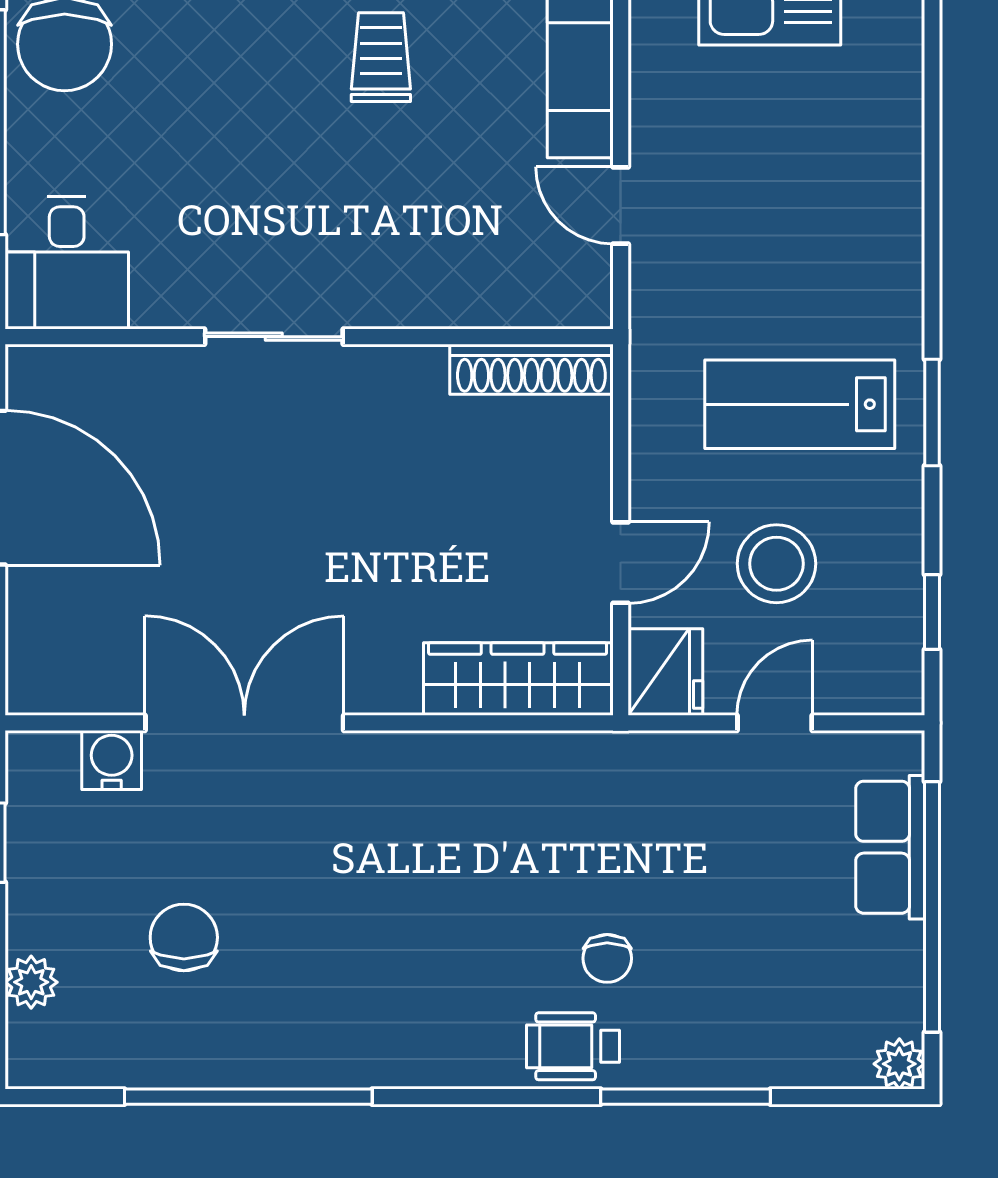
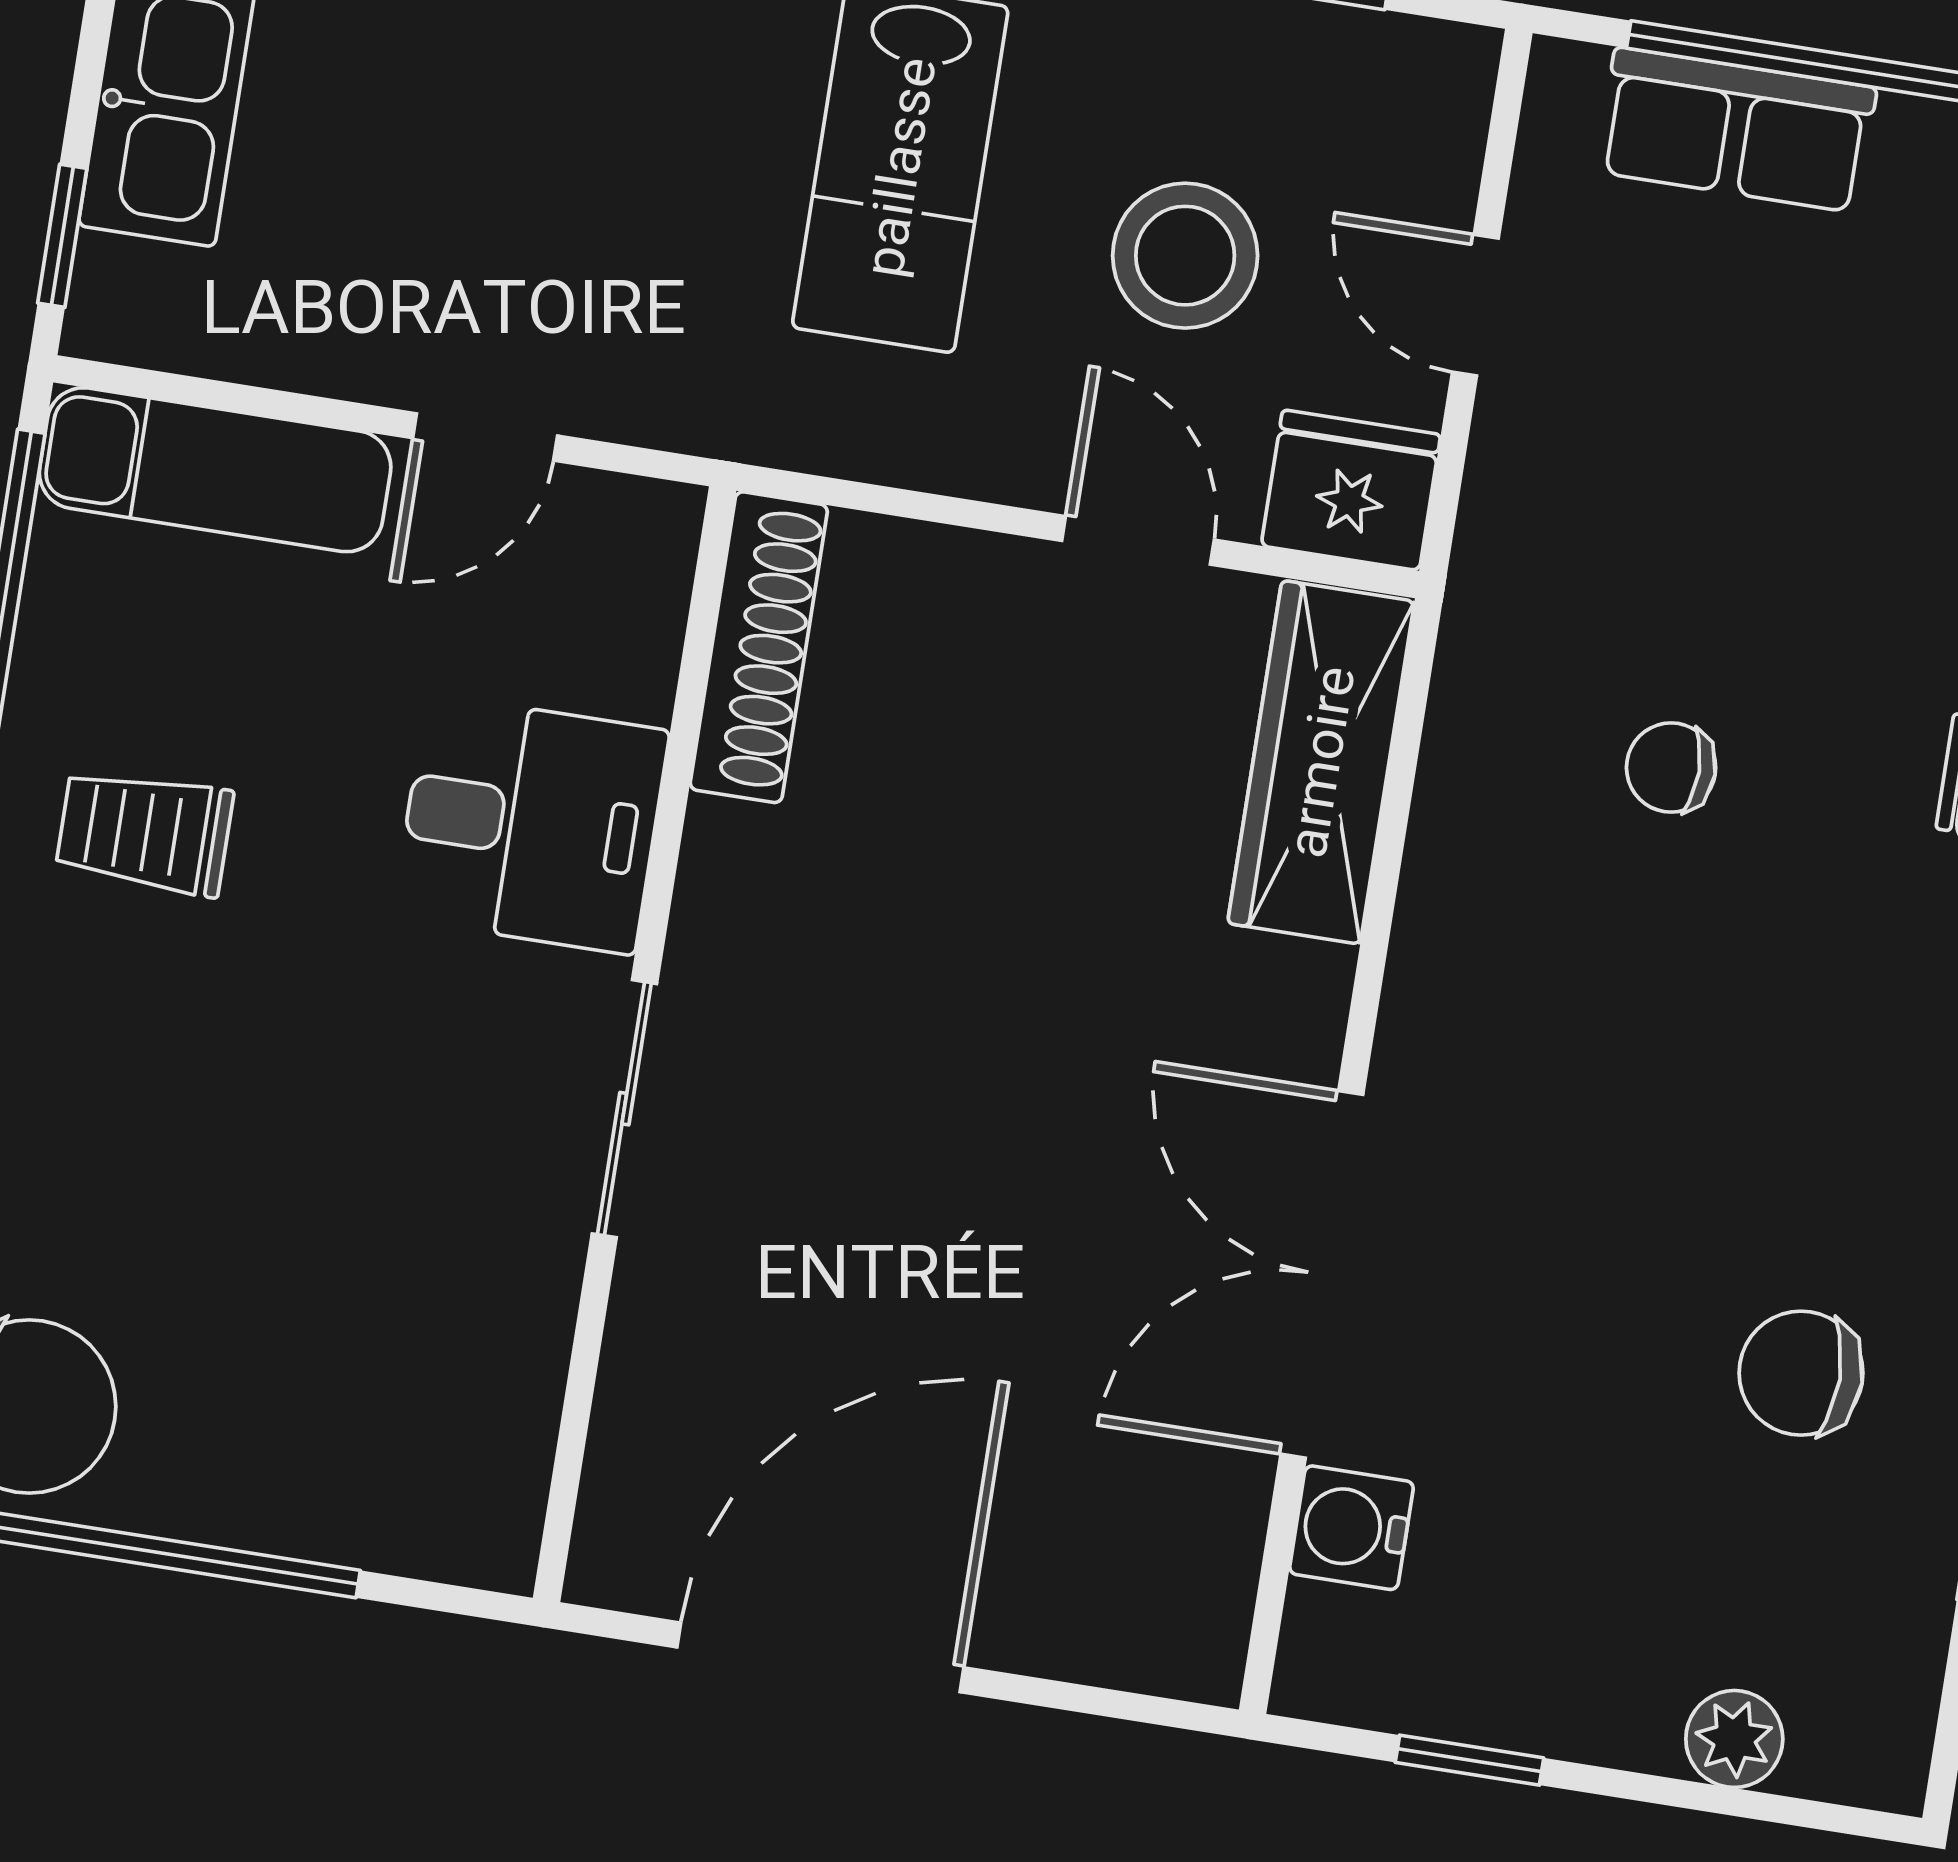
desk: (67, 263) -> (531, 824), moved
chair: (184, 937) -> (1801, 1373), moved
chair: (607, 958) -> (1671, 768), moved, turned 180

